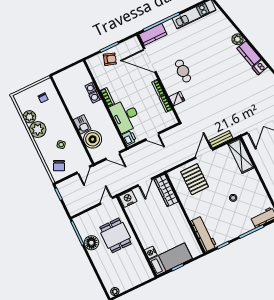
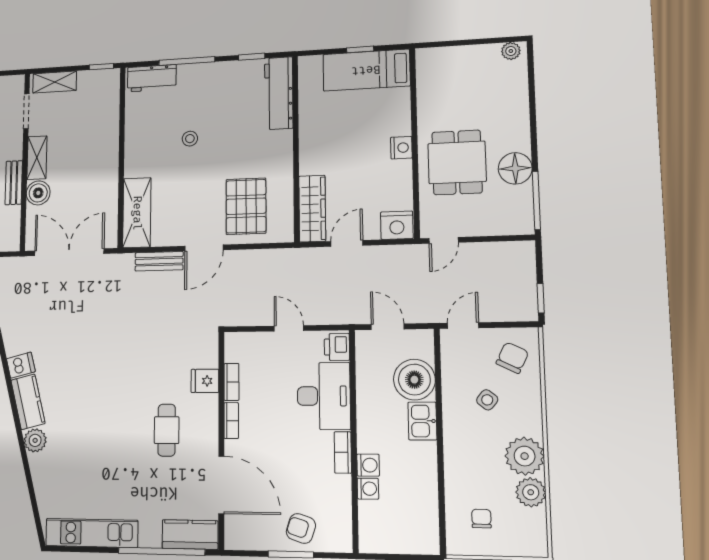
nightstand: (151, 252) -> (401, 148), moved

